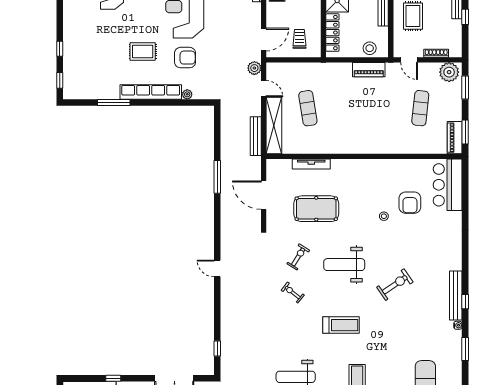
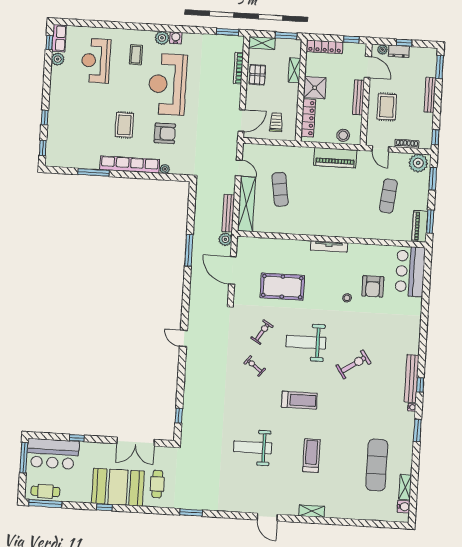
window: (465, 17) -> (435, 137), moved
rug: (143, 51) -> (124, 125), turned 90
plant: (254, 68) -> (225, 239), moved
piano: (369, 70) -> (335, 158), width x1.37, depth x1.33
tv unit: (311, 164) -> (329, 246), moved

